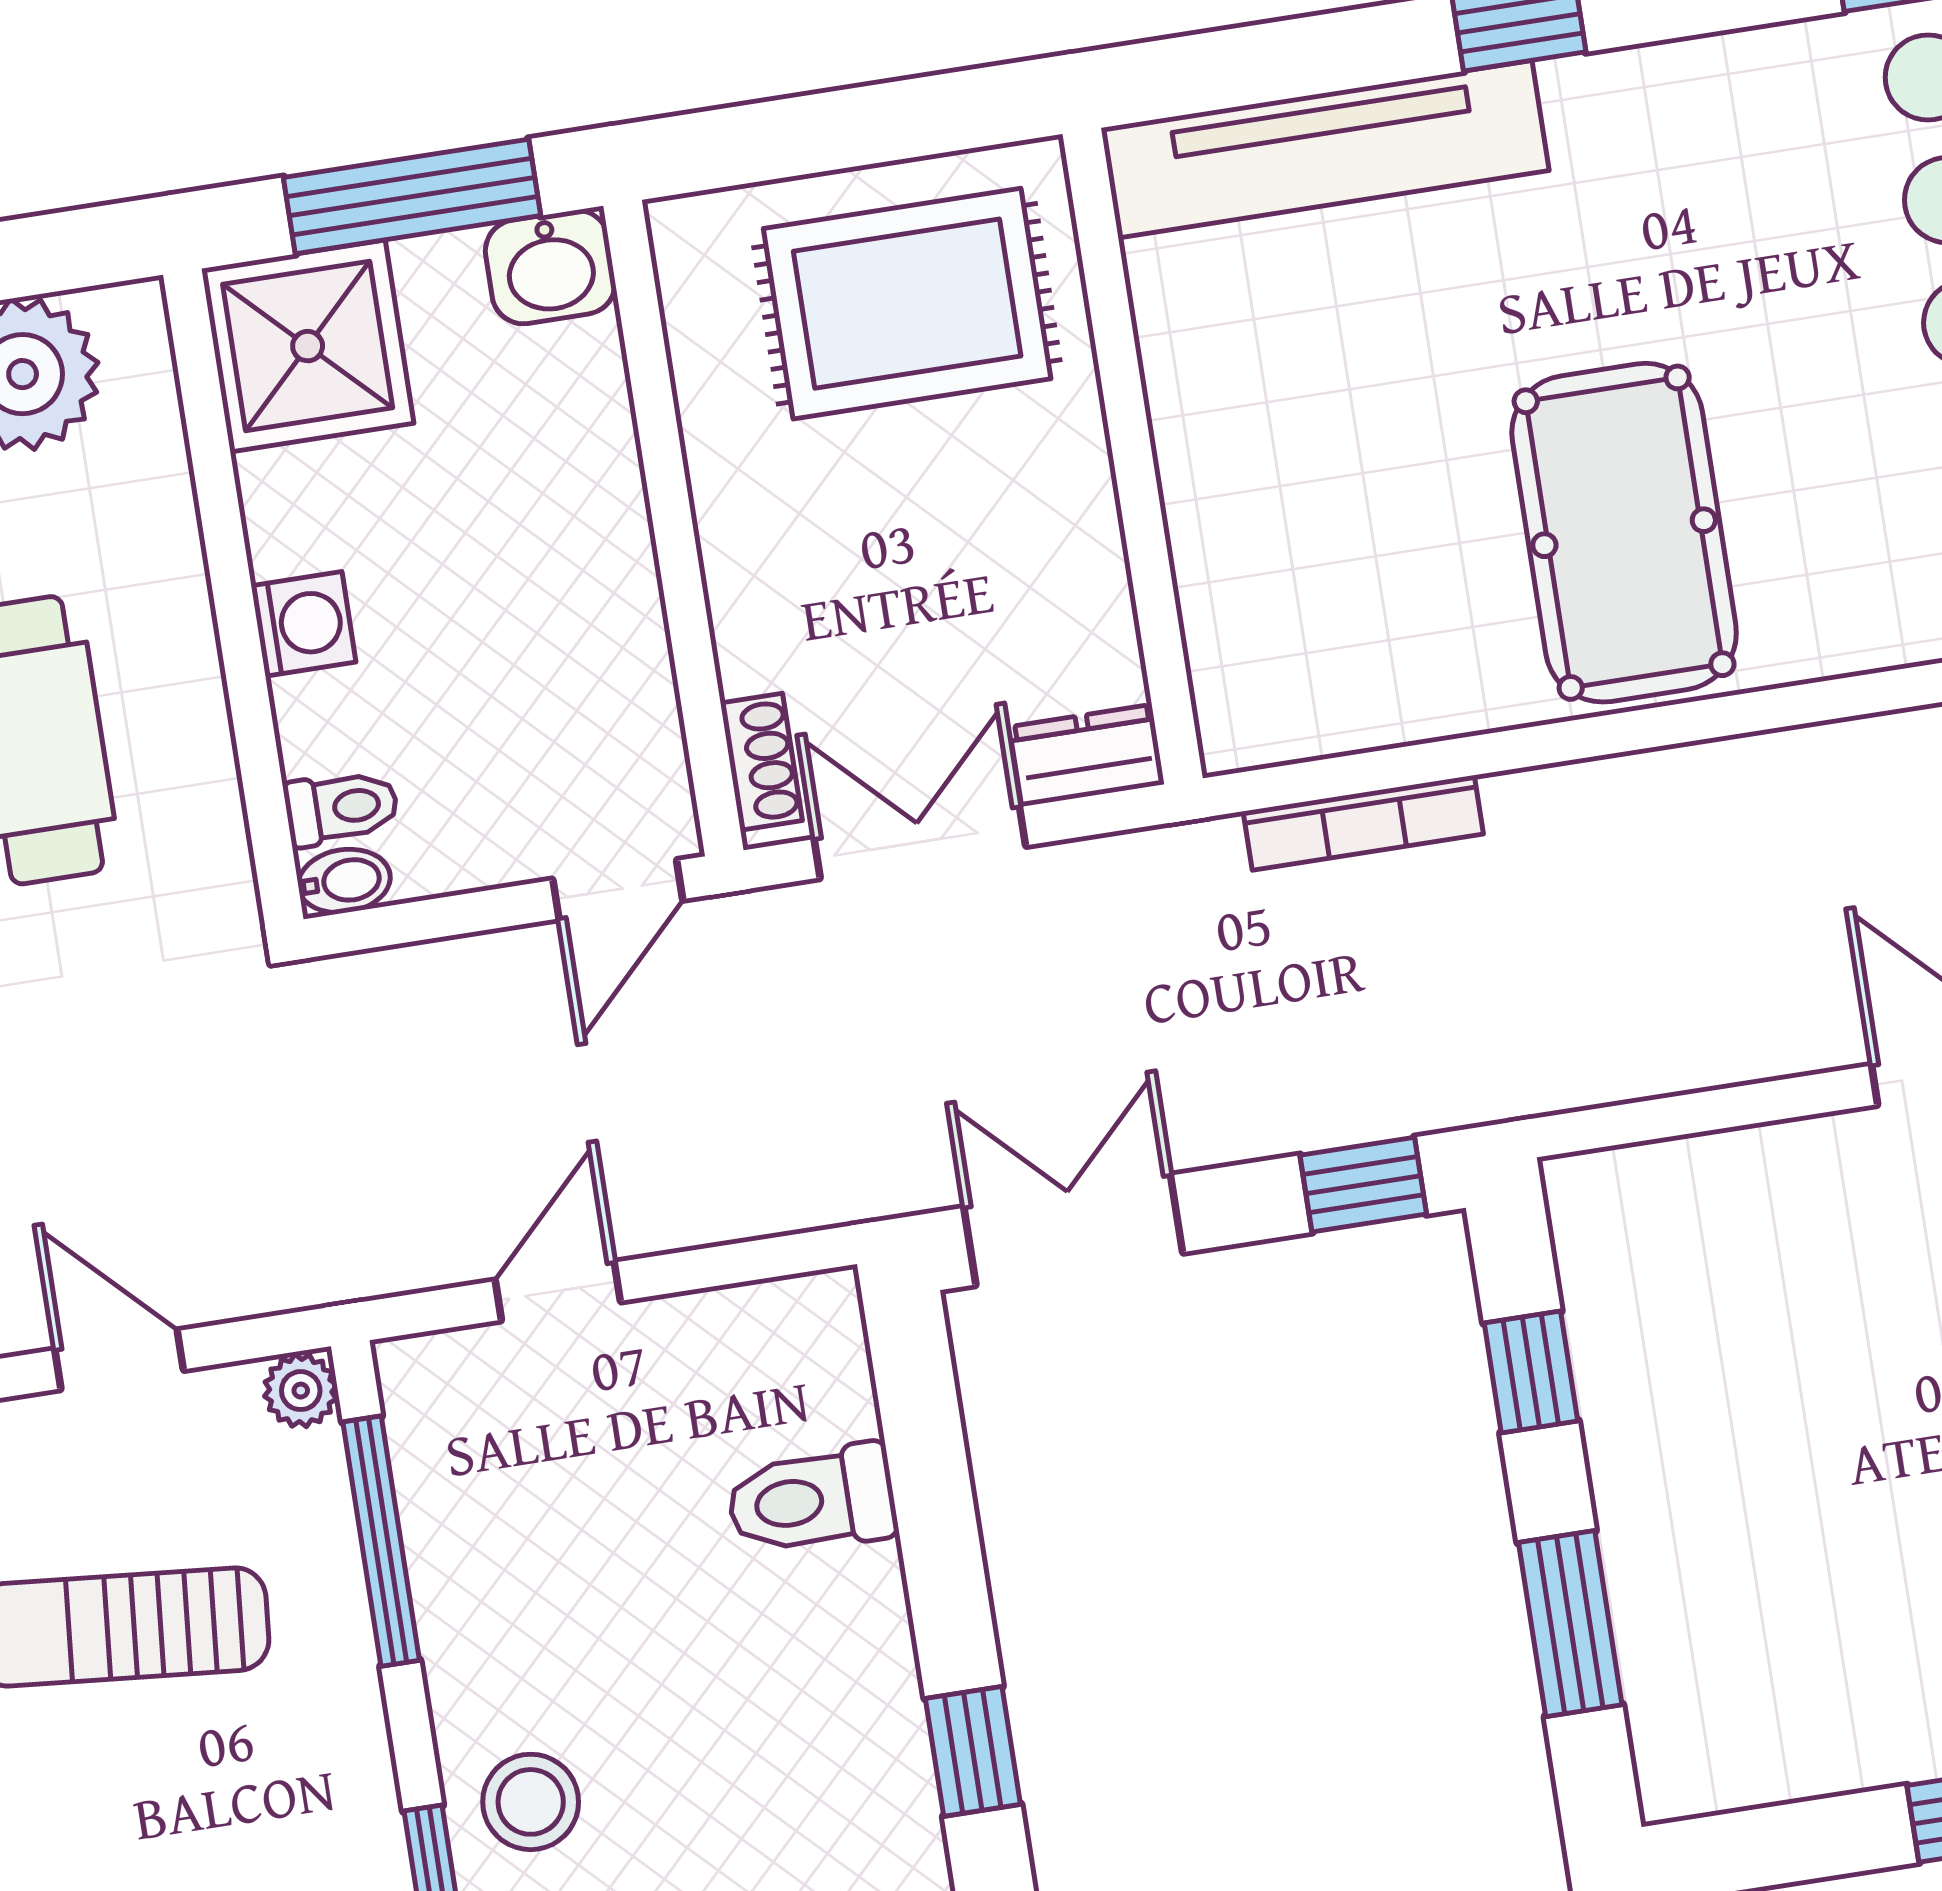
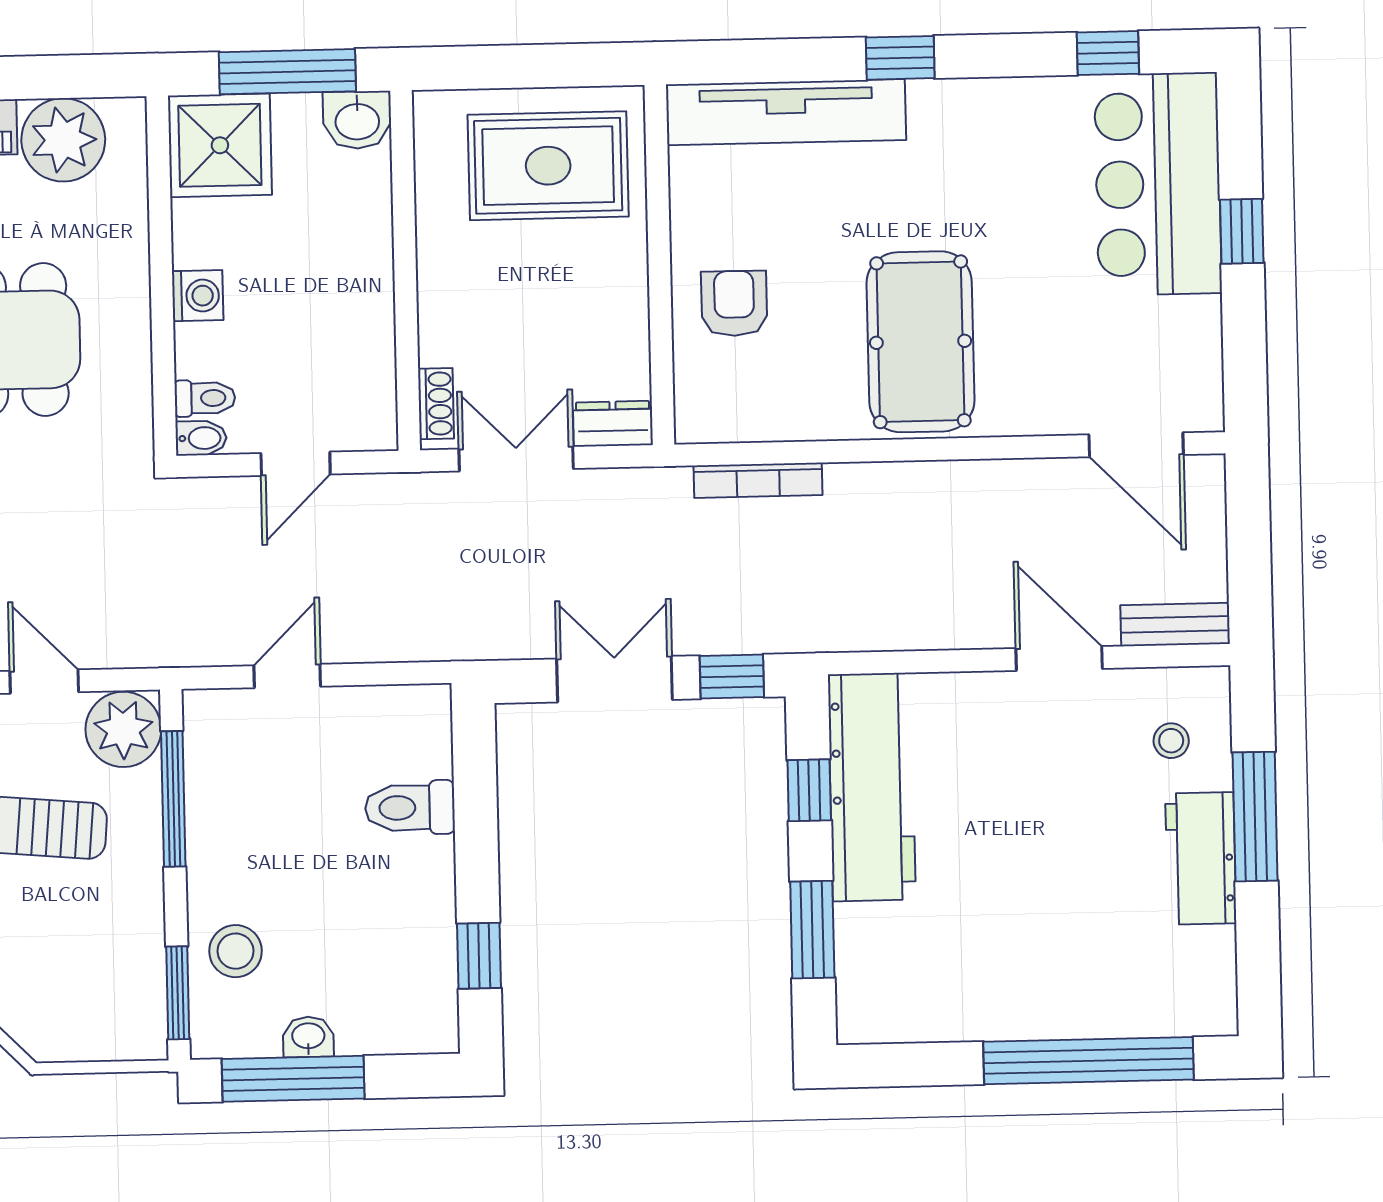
armchair: (1277, 508) -> (734, 303), added
door: (618, 890) -> (296, 464), moved
double door: (1073, 1230) -> (614, 679), moved
workbench: (1643, 1351) -> (872, 787), added
plant: (301, 1391) -> (123, 729), width x1.88, depth x1.88

